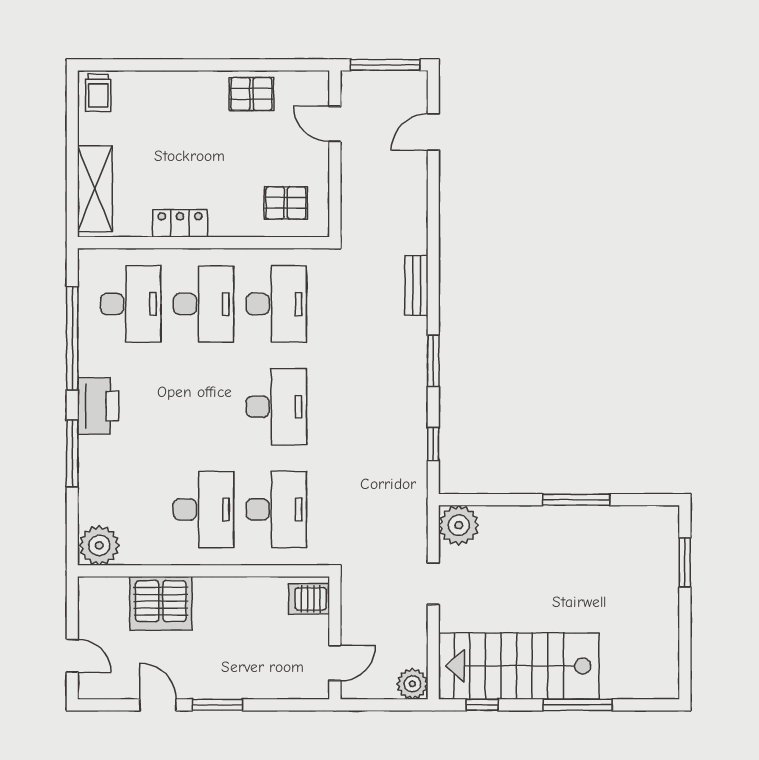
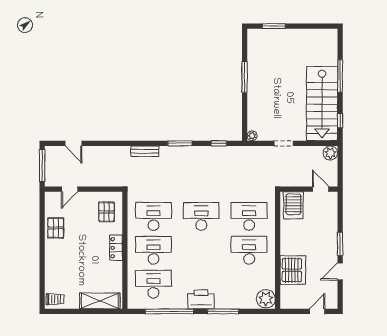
locker: (180, 223) -> (116, 248), moved
plant: (459, 525) -> (252, 136), width x0.53, depth x0.53
server rack: (309, 599) -> (293, 205), width x1.36, depth x1.44

